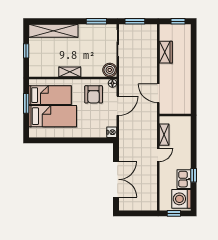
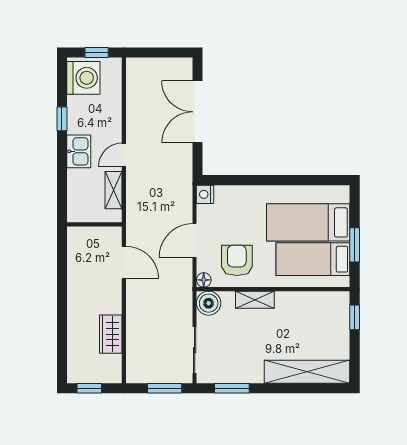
window: (26, 51) -> (355, 317), moved
shelving: (70, 72) -> (255, 300), moved
kitchen sink: (184, 179) -> (79, 151), moved

